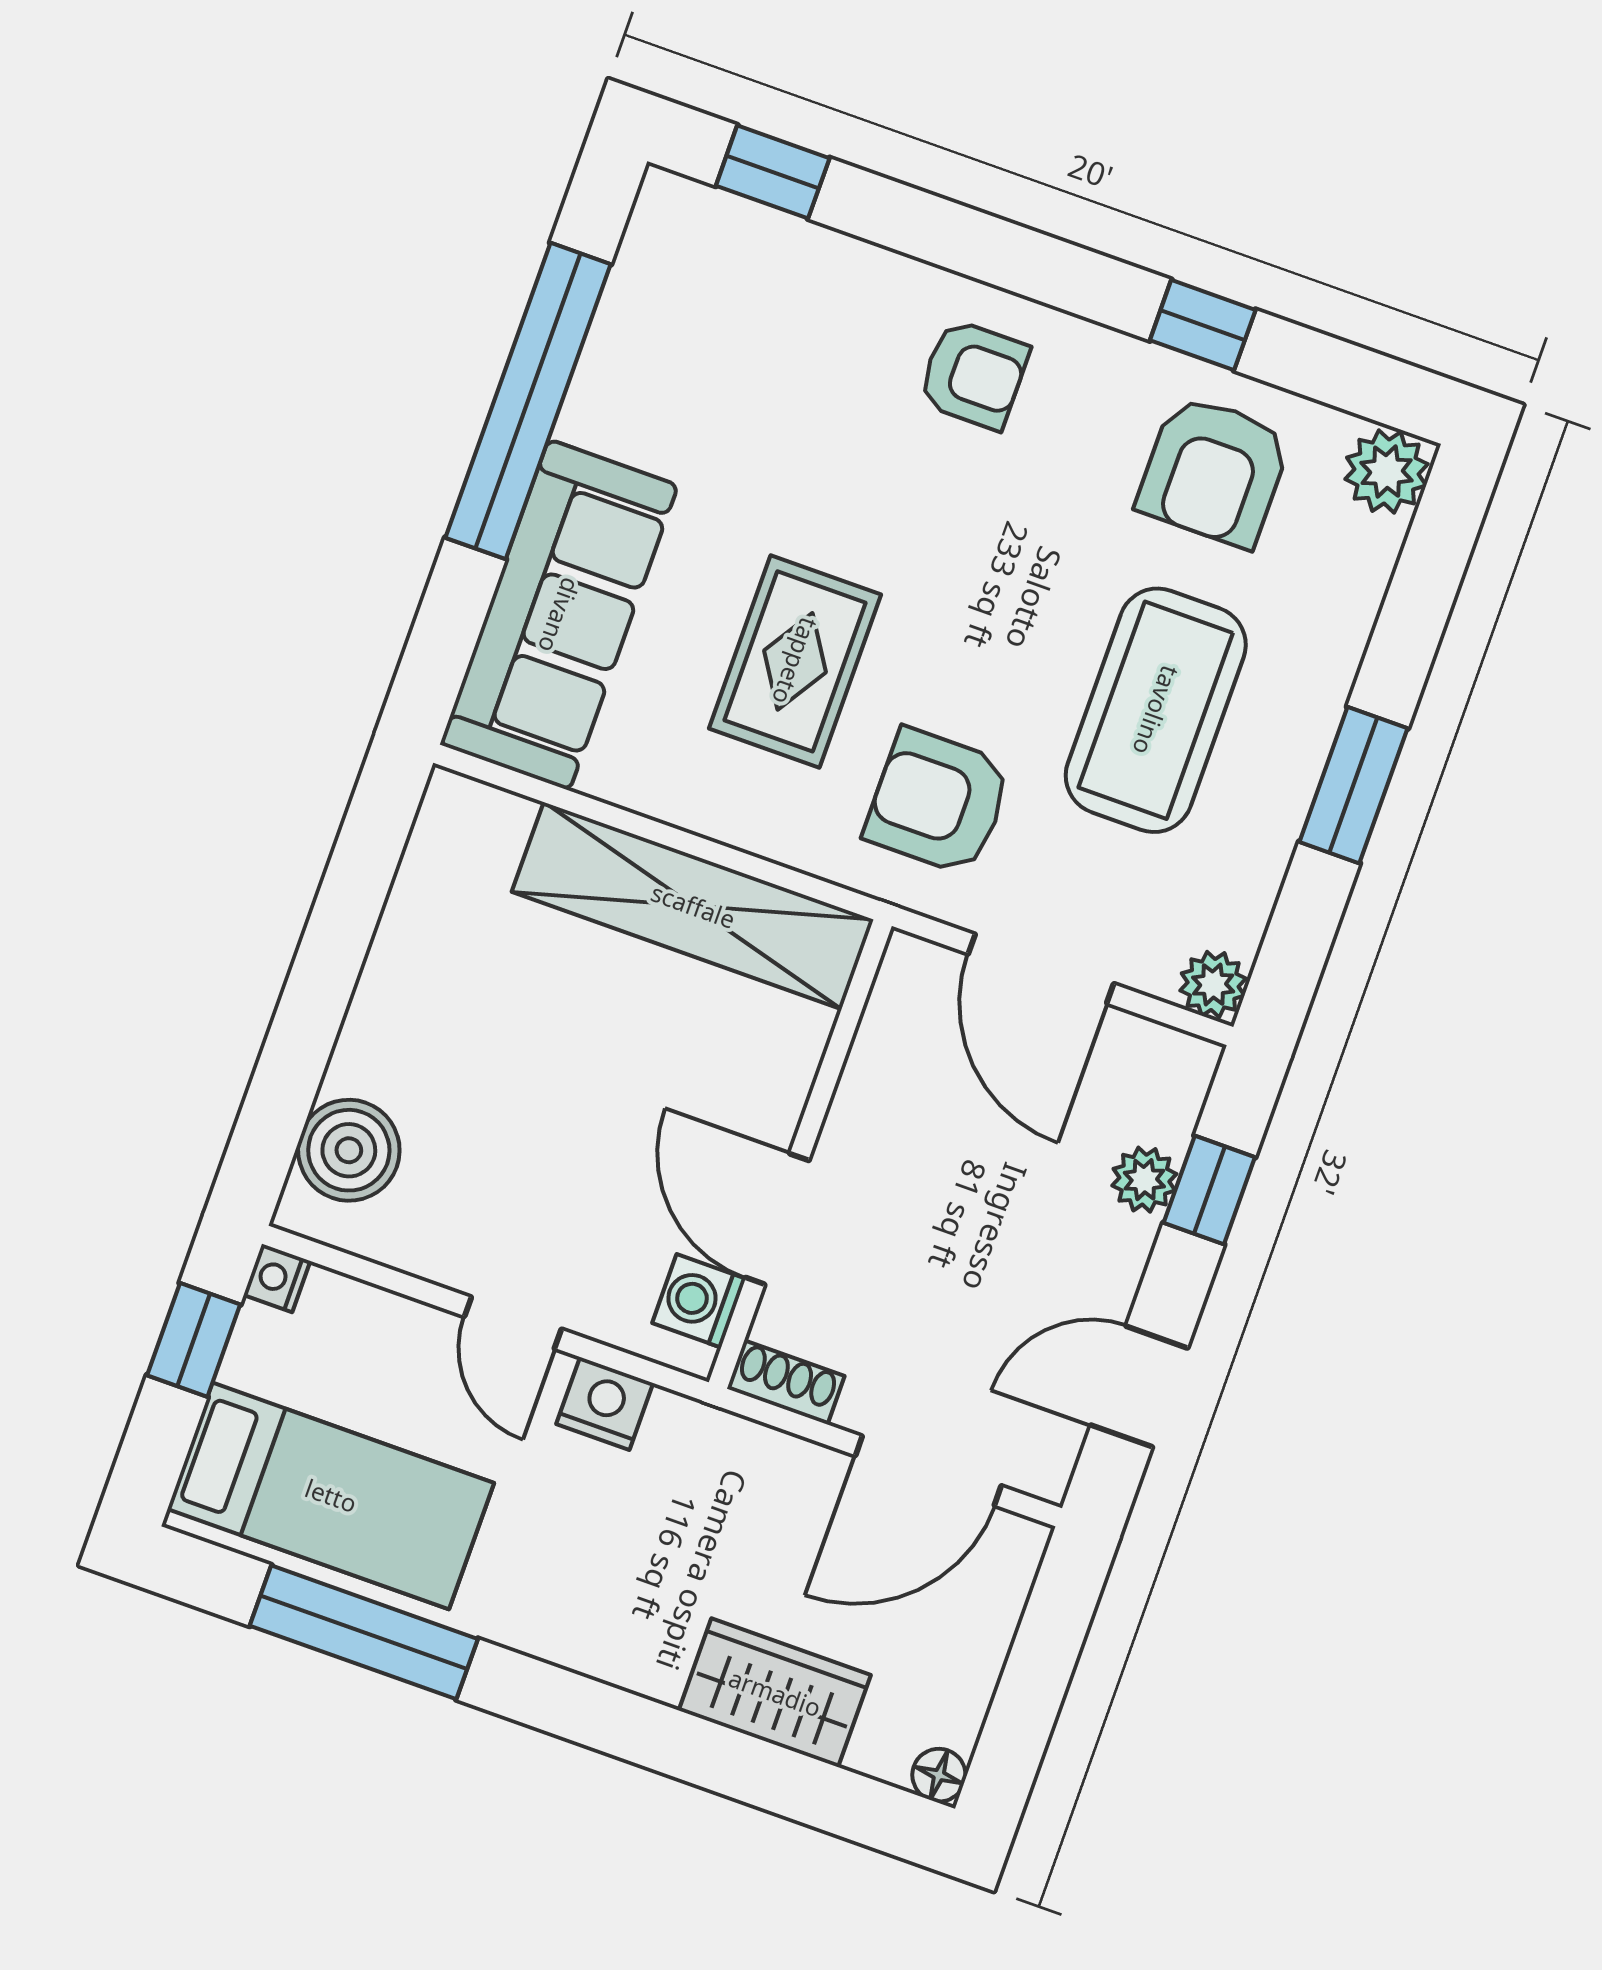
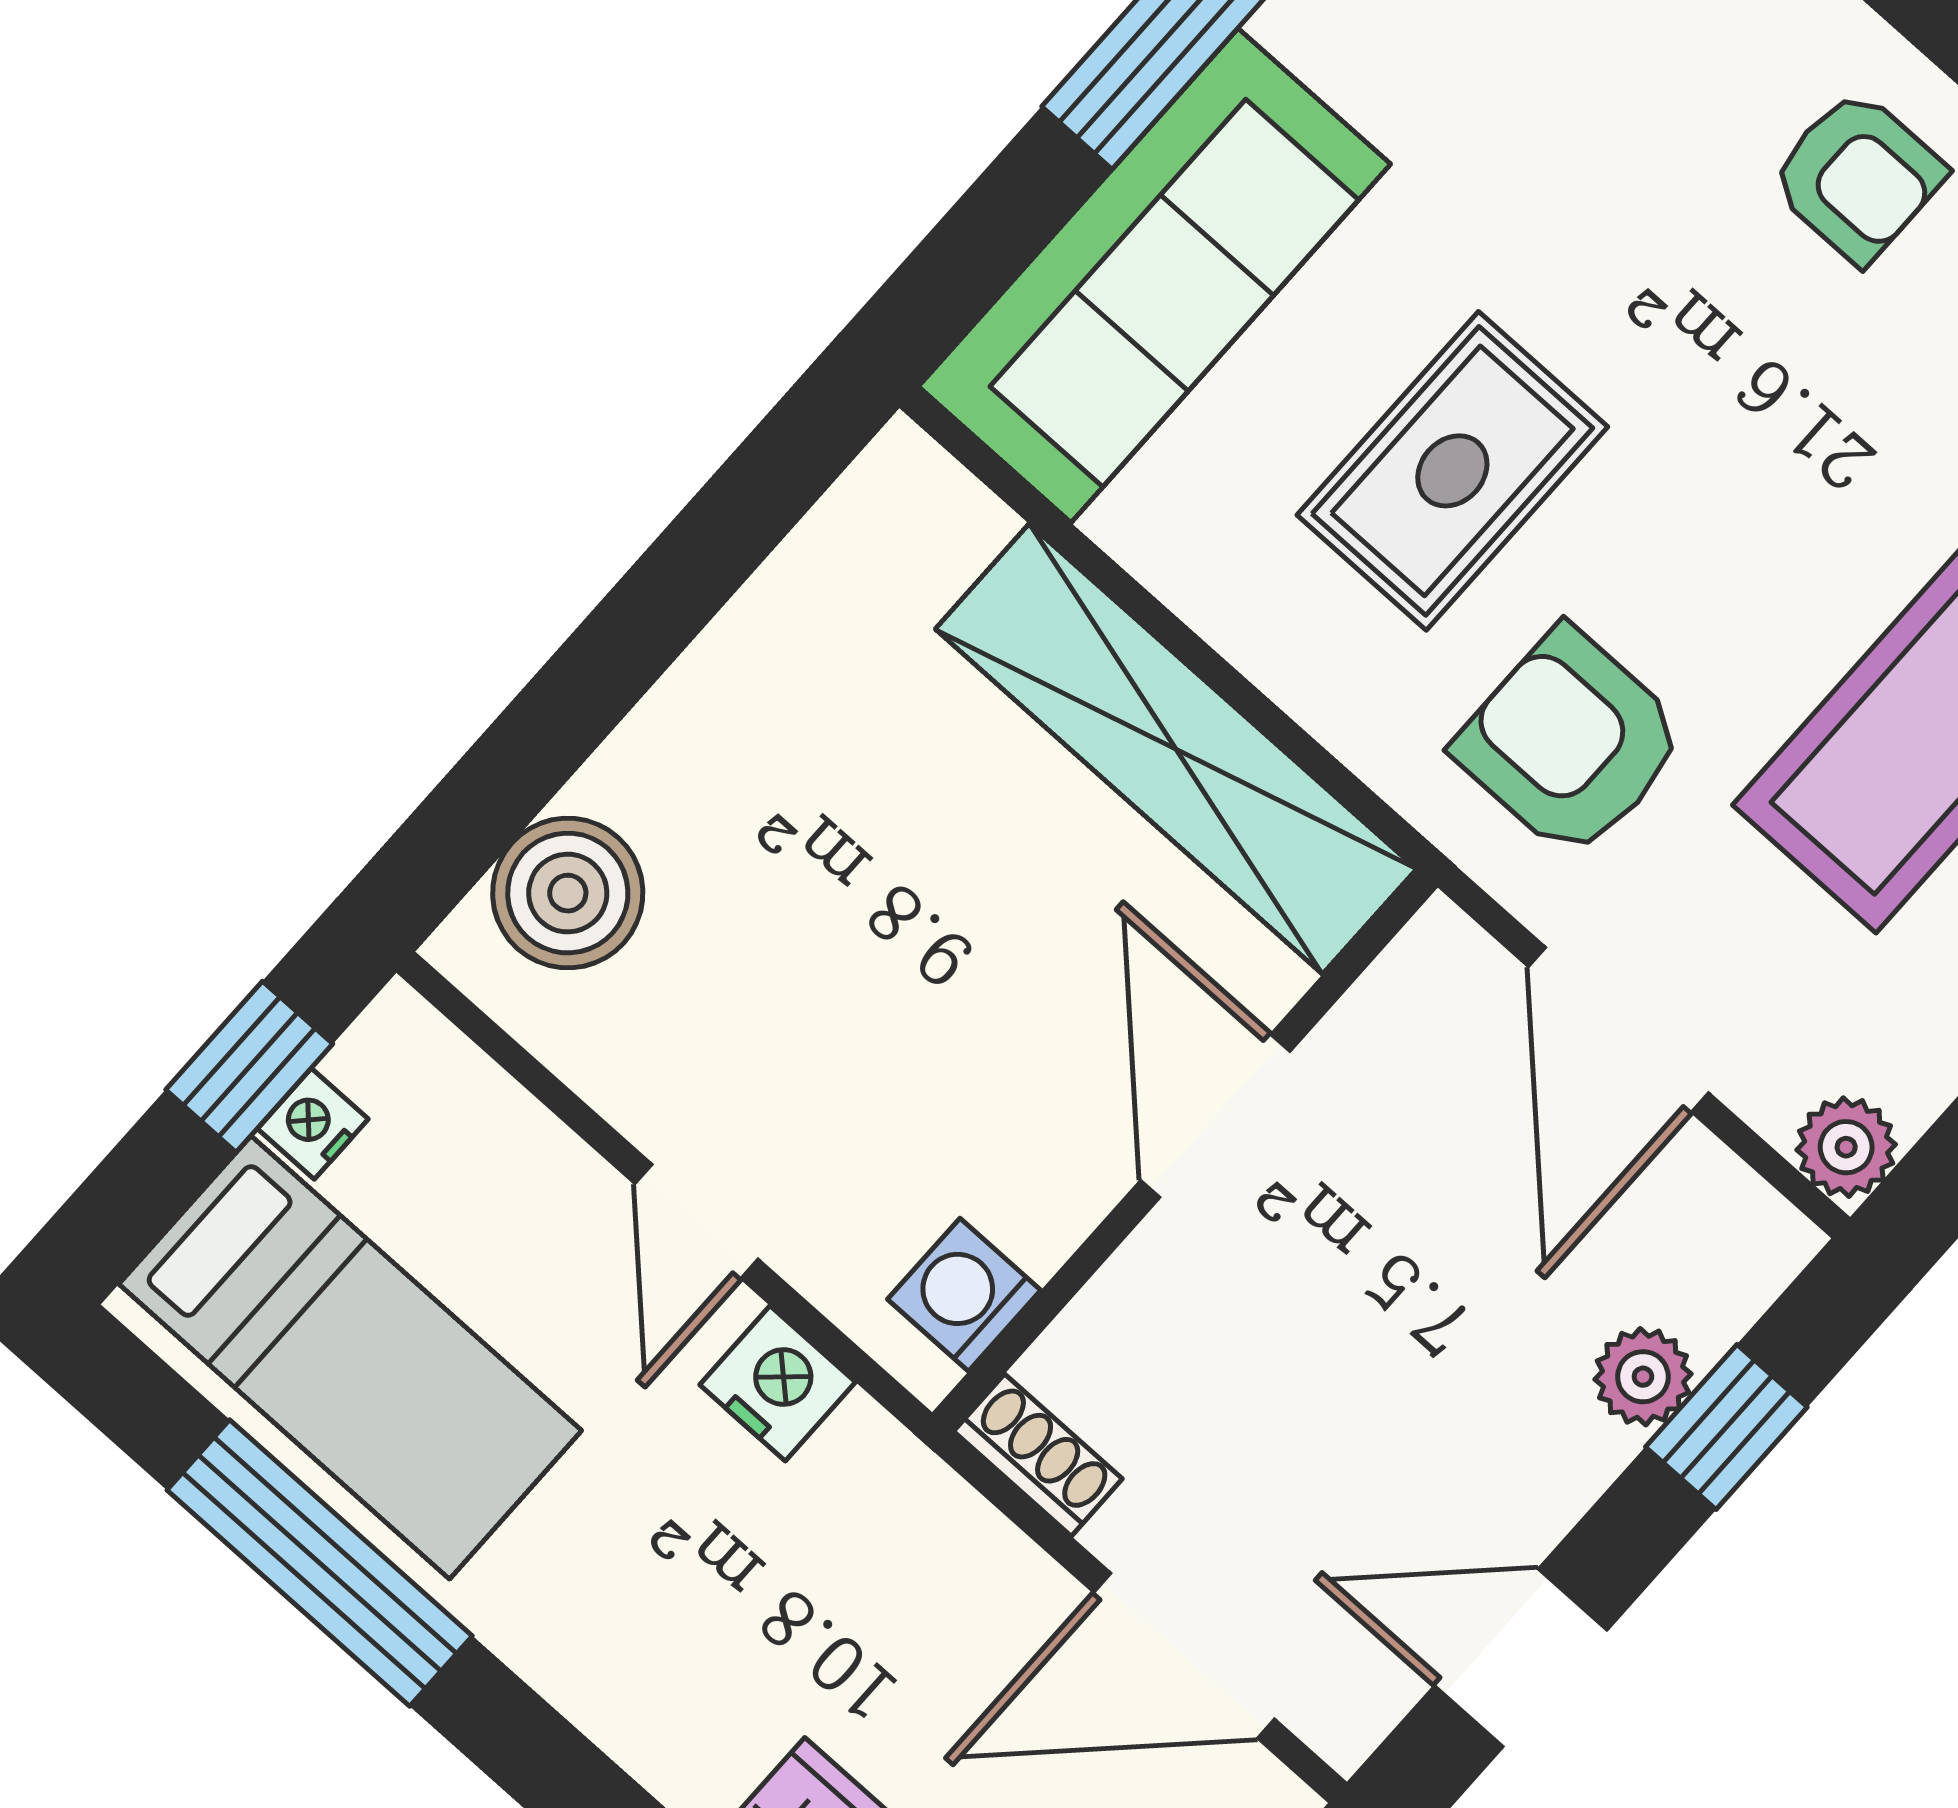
door: (777, 1219) -> (1215, 1116), moved
nightstand: (277, 1278) -> (313, 1124), moved

